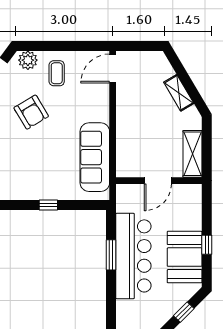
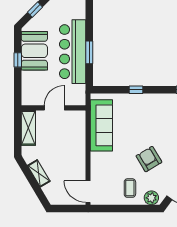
door: (113, 68) -> (88, 192), swing flipped

